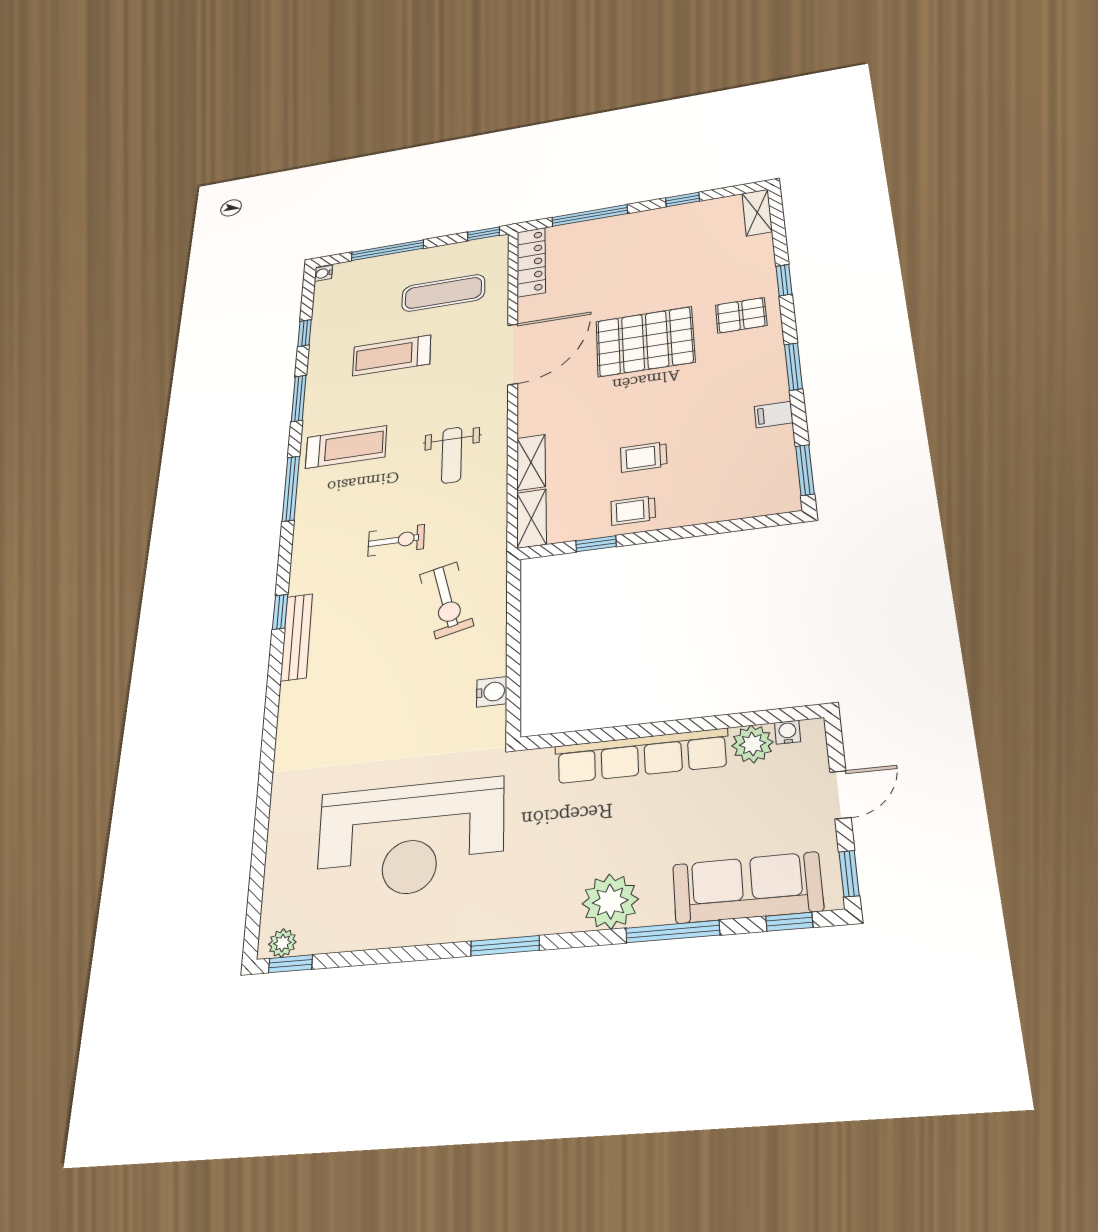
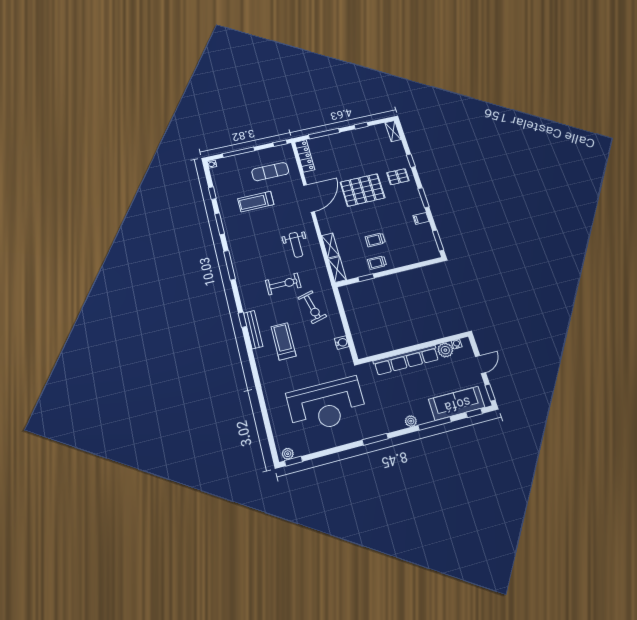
treadmill: (346, 447) -> (283, 341), moved, turned -90
exercise bike: (396, 540) -> (283, 284), width x1.38, depth x1.39
plant: (610, 901) -> (411, 421), width x0.53, depth x0.53

